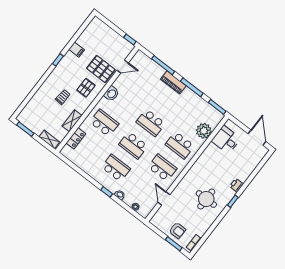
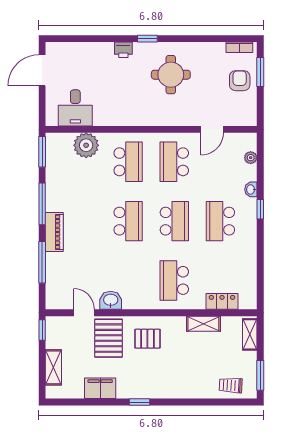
shelving: (107, 31) -> (53, 367), added
filing cabinet: (77, 50) -> (100, 388), width x2.00
washbasin: (111, 94) -> (111, 300), moved
trolley: (63, 97) -> (231, 385), moved

